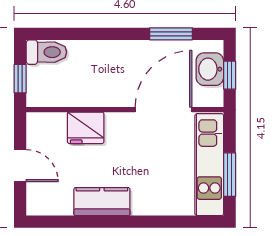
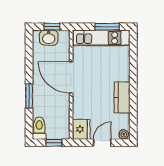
window: (171, 34) -> (29, 96), moved
door: (163, 110) -> (71, 77), moved
fridge: (86, 128) -> (81, 129), moved
plant: (35, 205) -> (124, 134), added

